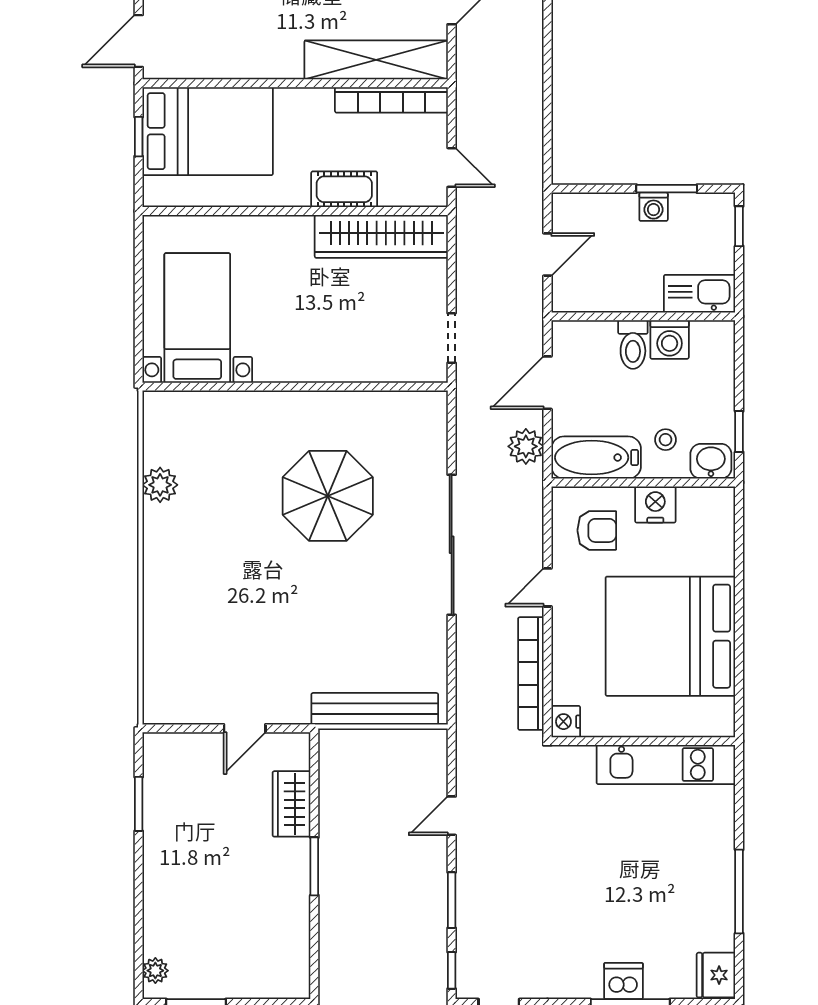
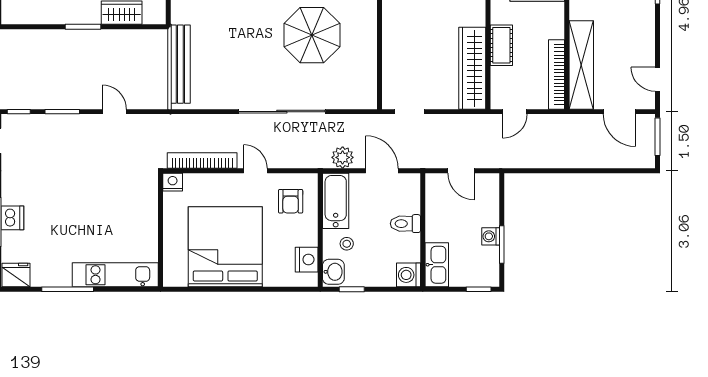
washing machine: (670, 340) -> (409, 275), moved
nightstand: (655, 504) -> (307, 260), moved
kitchen unit: (666, 765) -> (115, 275), moved, turned 90

